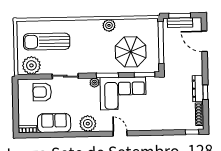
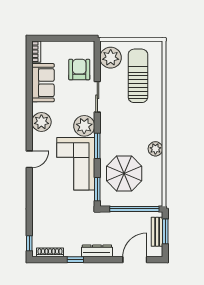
plant: (95, 83) -> (84, 126), width x1.87, depth x1.87
dresser: (198, 89) -> (97, 251), moved

